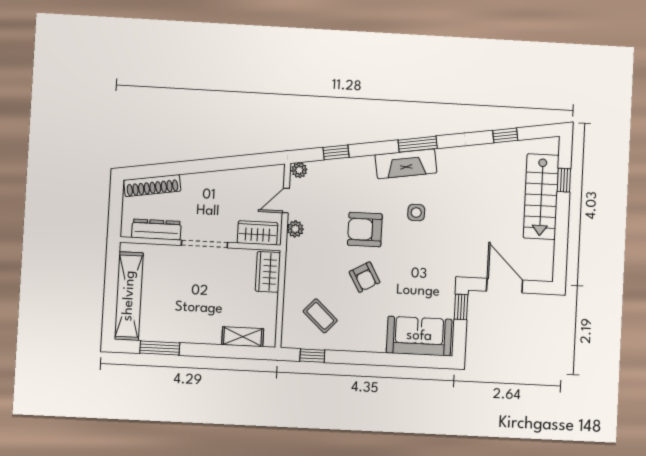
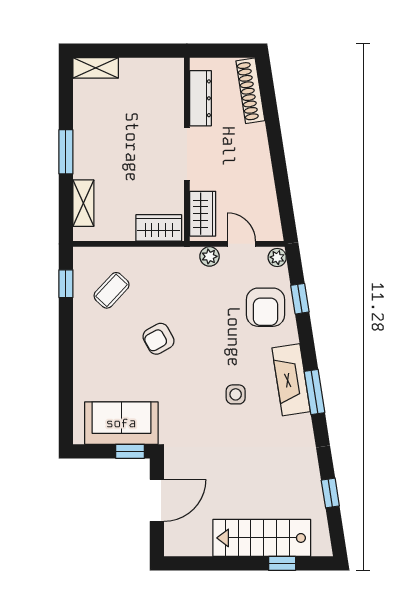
armchair: (365, 230) -> (265, 307), moved, turned 180
shelving: (129, 296) -> (96, 68), width x0.45, depth x0.75
sofa: (419, 336) -> (121, 423), moved, turned -90
window: (160, 348) -> (66, 152), moved

